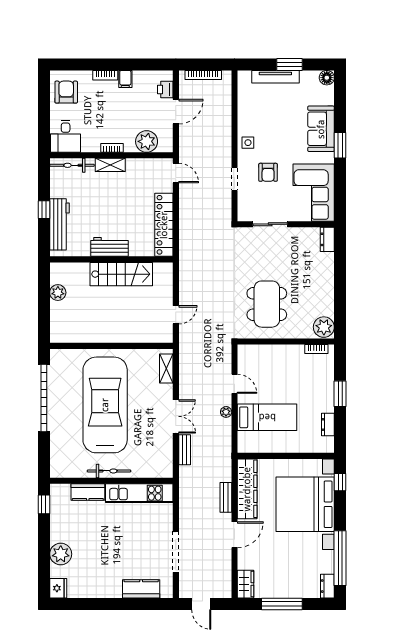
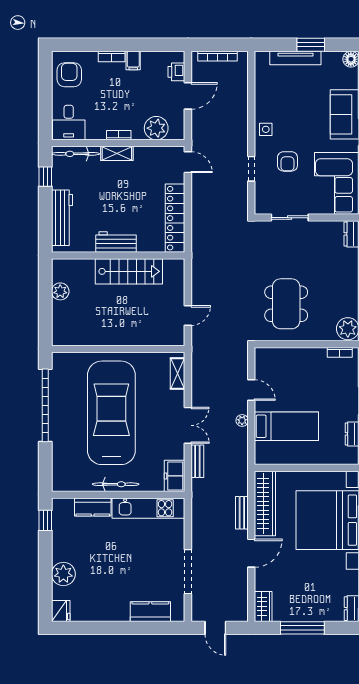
window: (44, 210) -> (45, 177), moved
freezer: (163, 463) -> (174, 476), added

